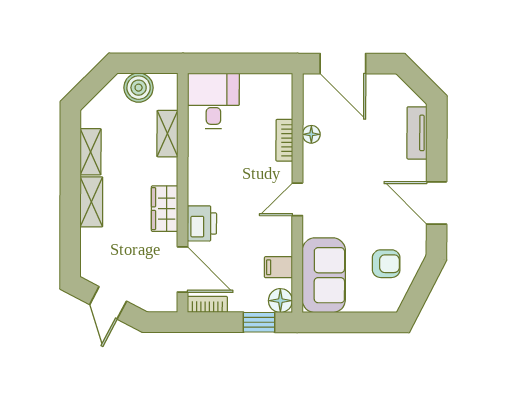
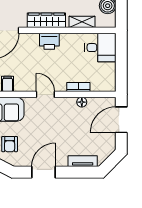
wardrobe: (165, 209) -> (46, 20), width x1.50
printer: (202, 223) -> (49, 41), moved

